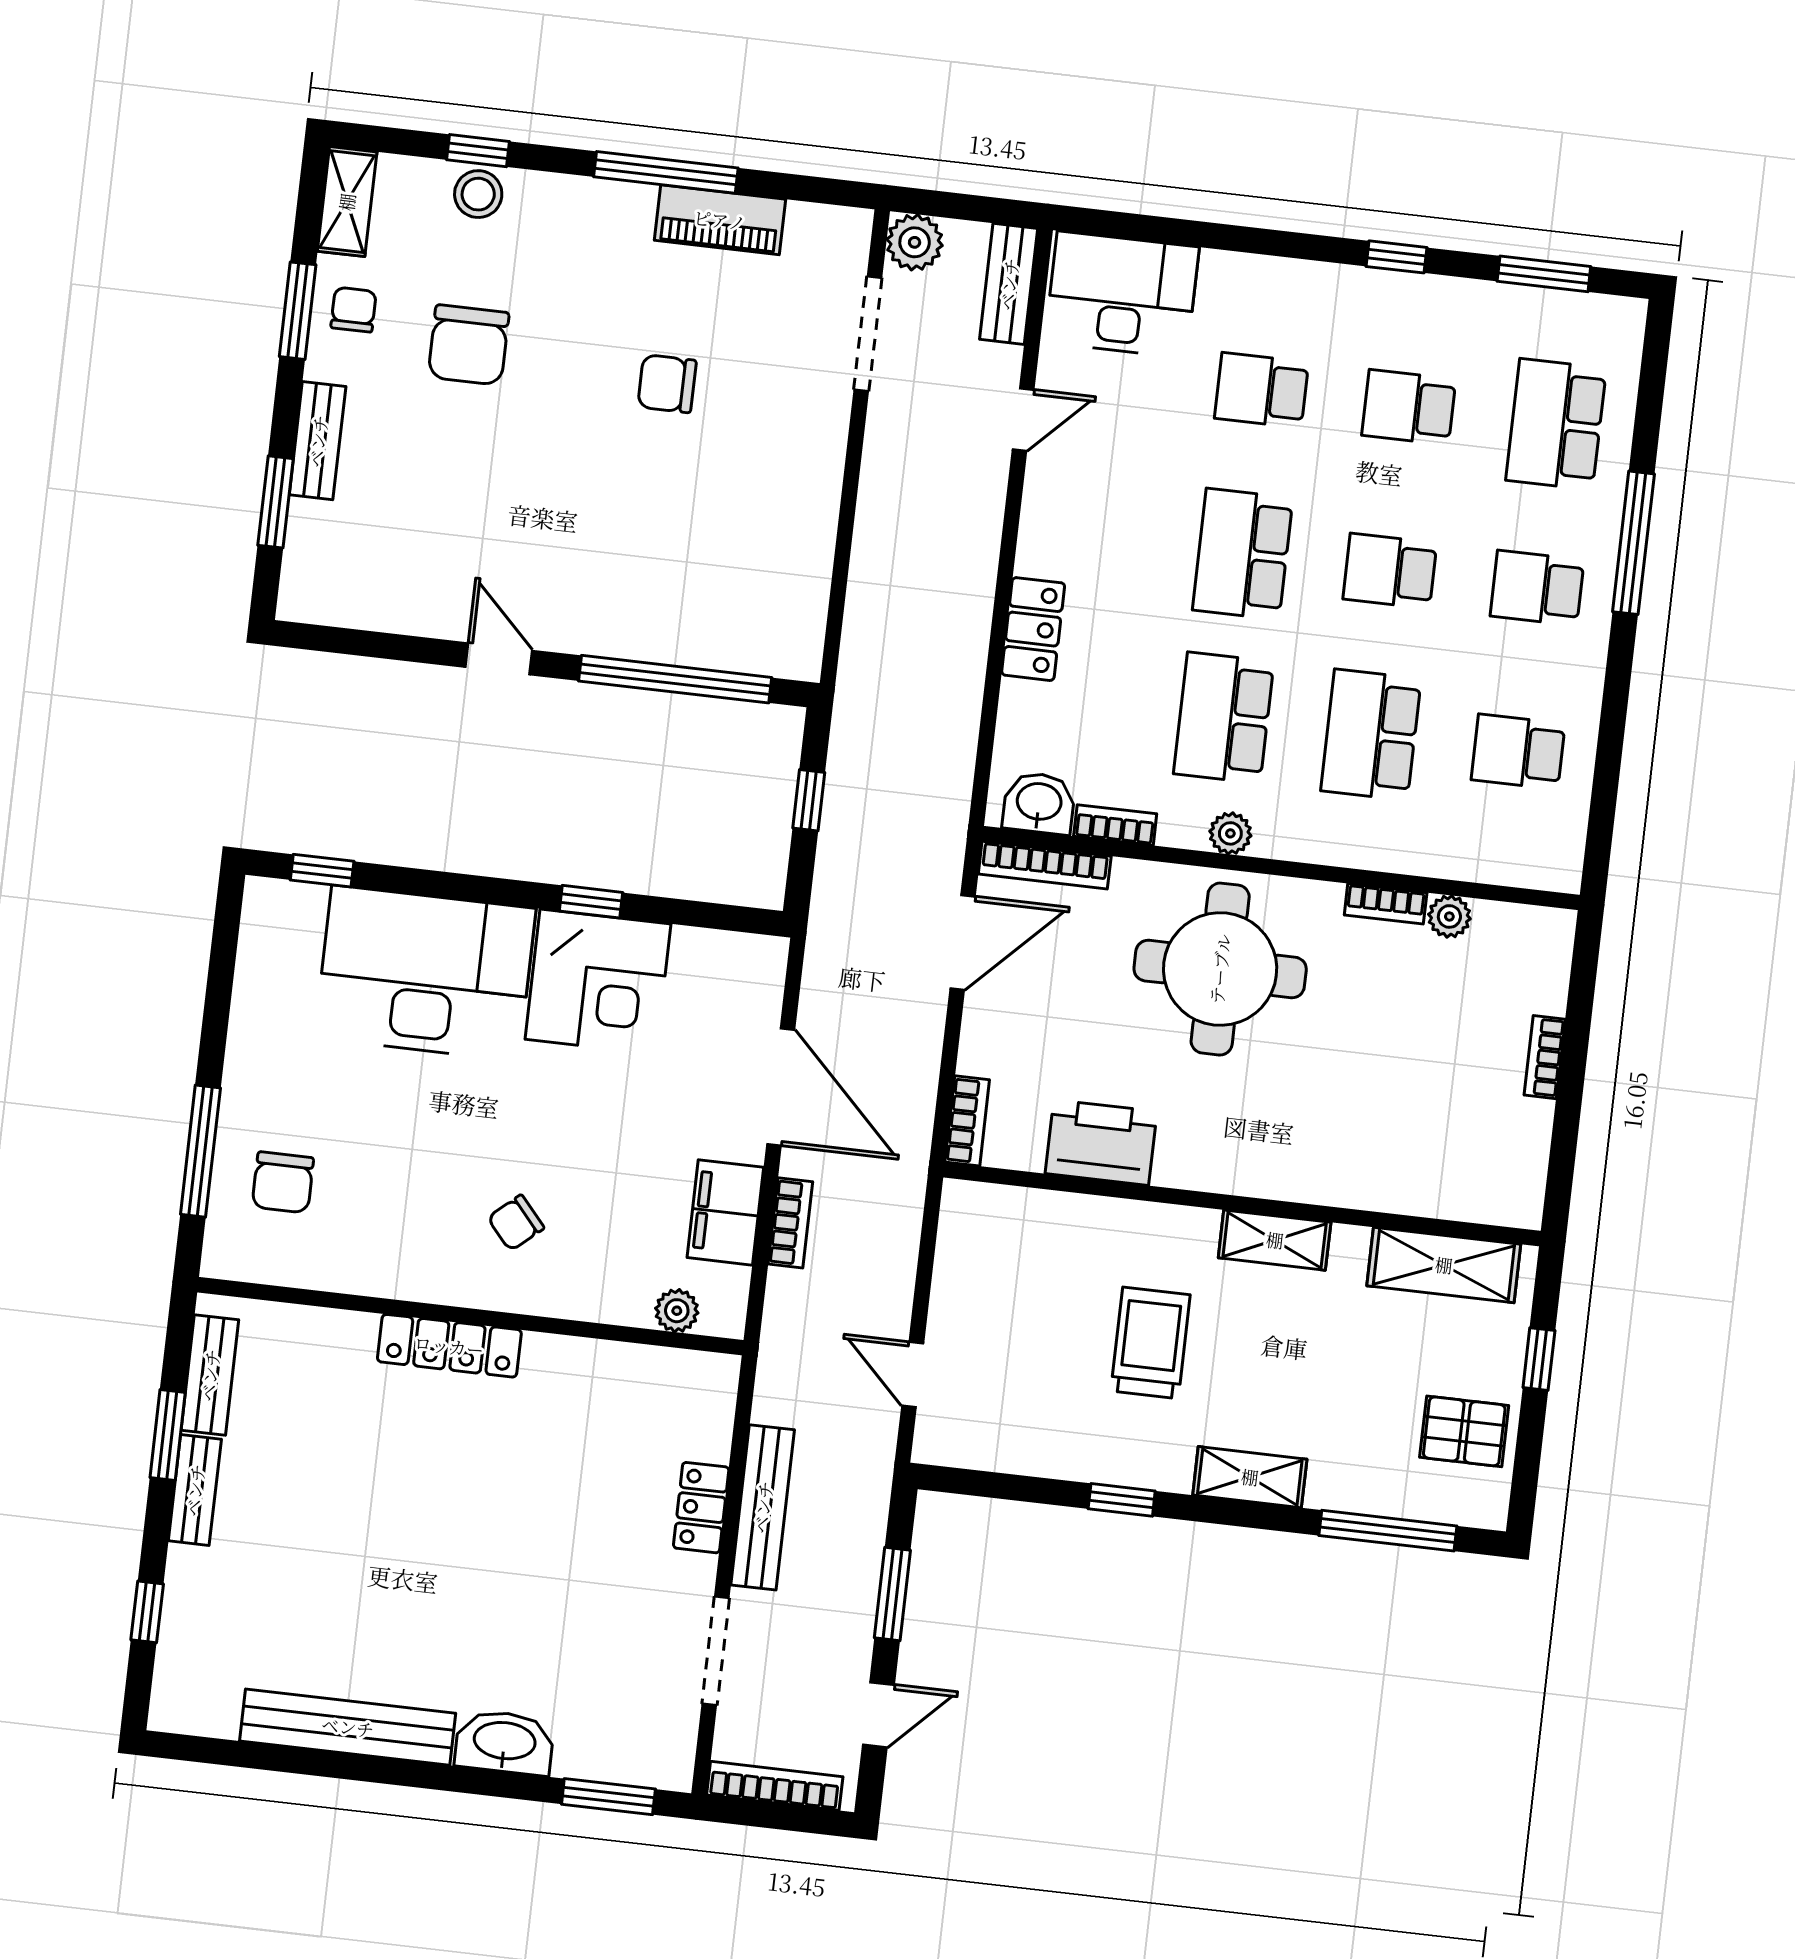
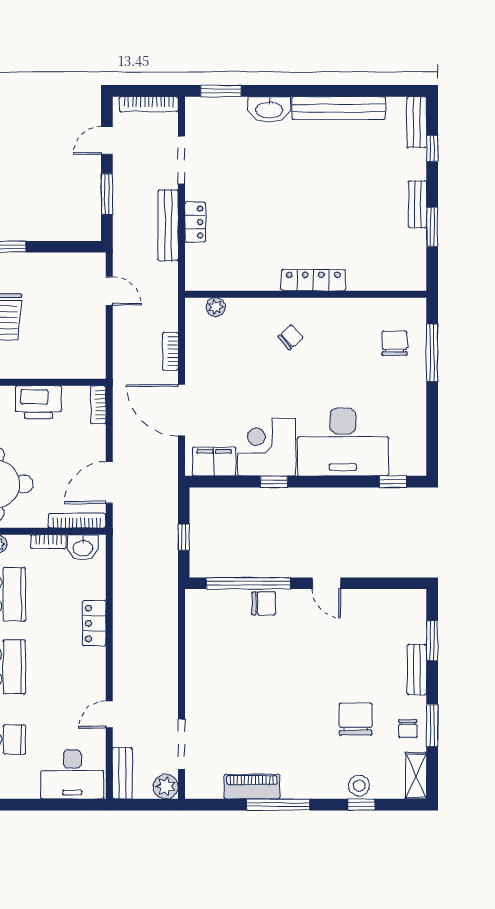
chair: (667, 384) -> (264, 603), moved
filing cabinet: (725, 1212) -> (214, 461), moved, turned -90
bench: (210, 1375) -> (417, 122), moved

